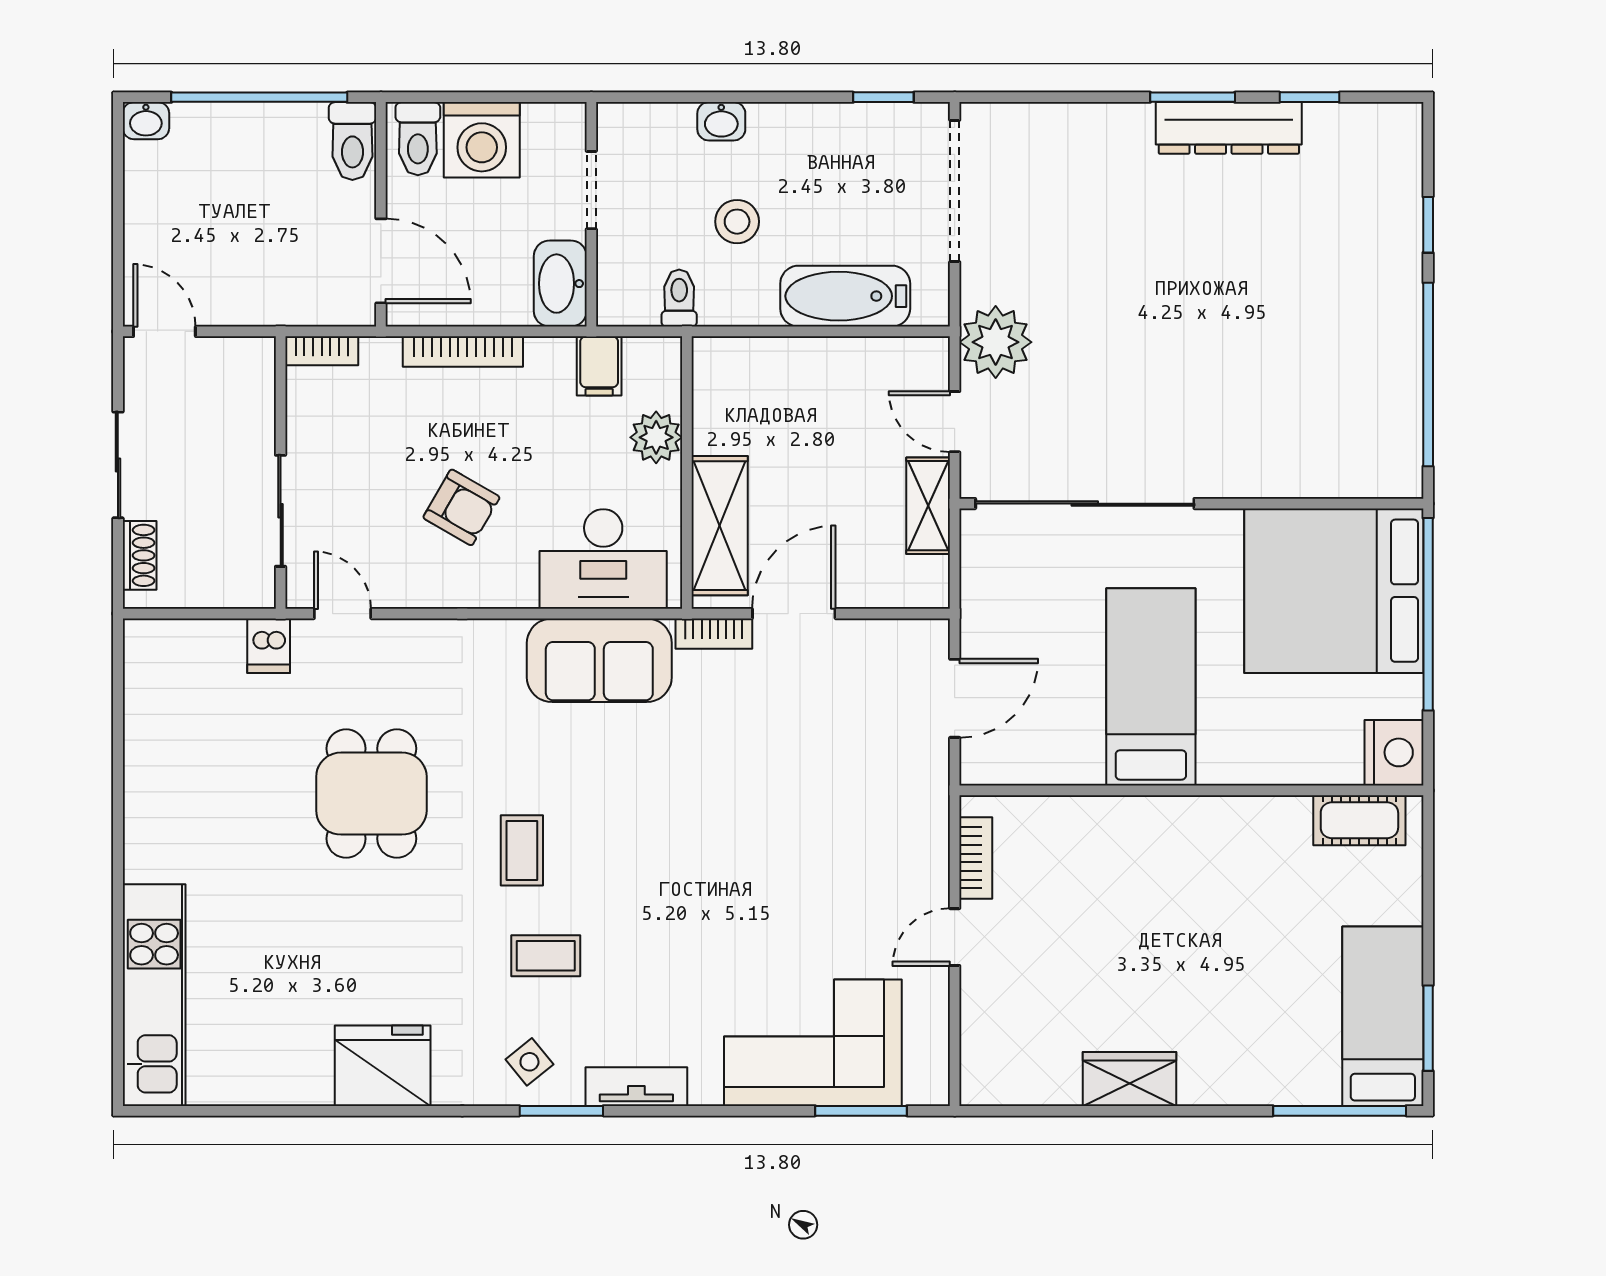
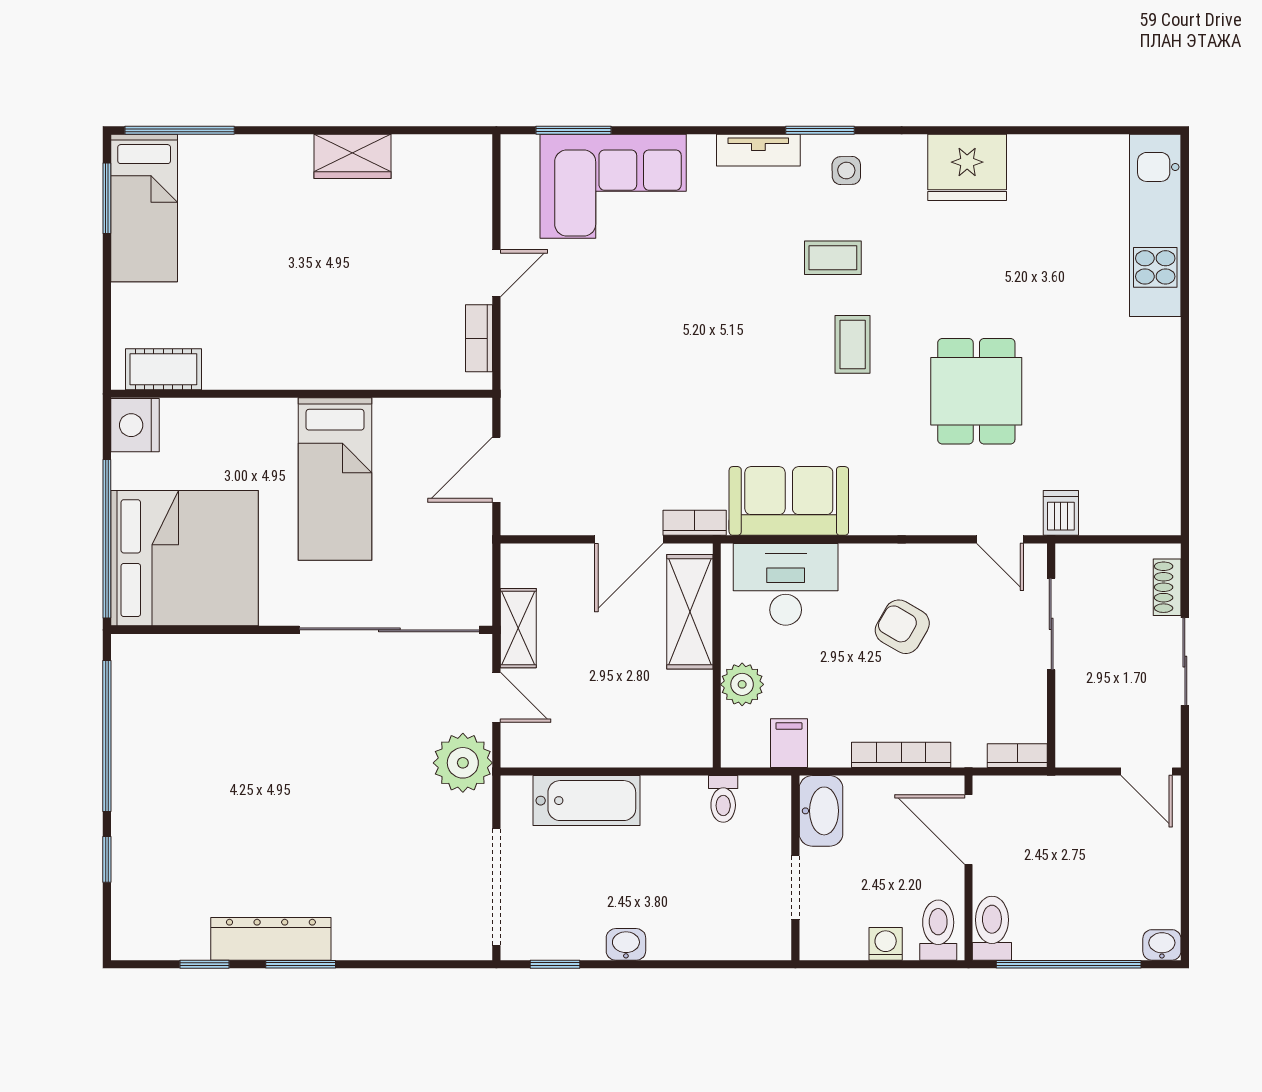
washbasin: (721, 121) -> (626, 944), moved
washing machine: (482, 140) -> (886, 944), width x0.53, depth x0.53
stool: (737, 222) -> (676, 862), removed
side table: (529, 1062) -> (846, 171), turned 38

